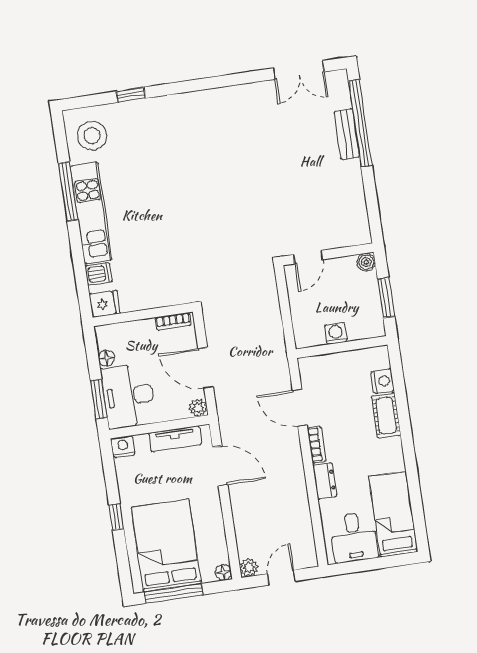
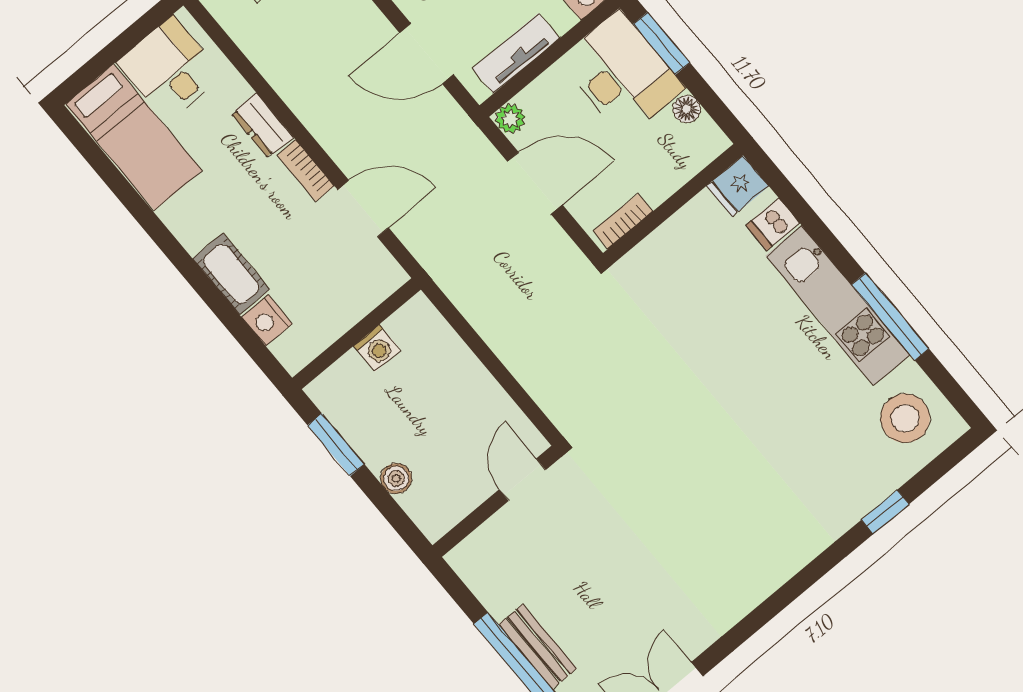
wall: (328, 254) -> (497, 501), moved
door: (308, 257) -> (523, 480), moved

